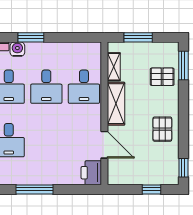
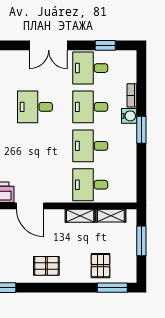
shelving: (116, 104) -> (80, 216), width x0.67, depth x0.75
door: (104, 145) -> (30, 206), hinge flipped

